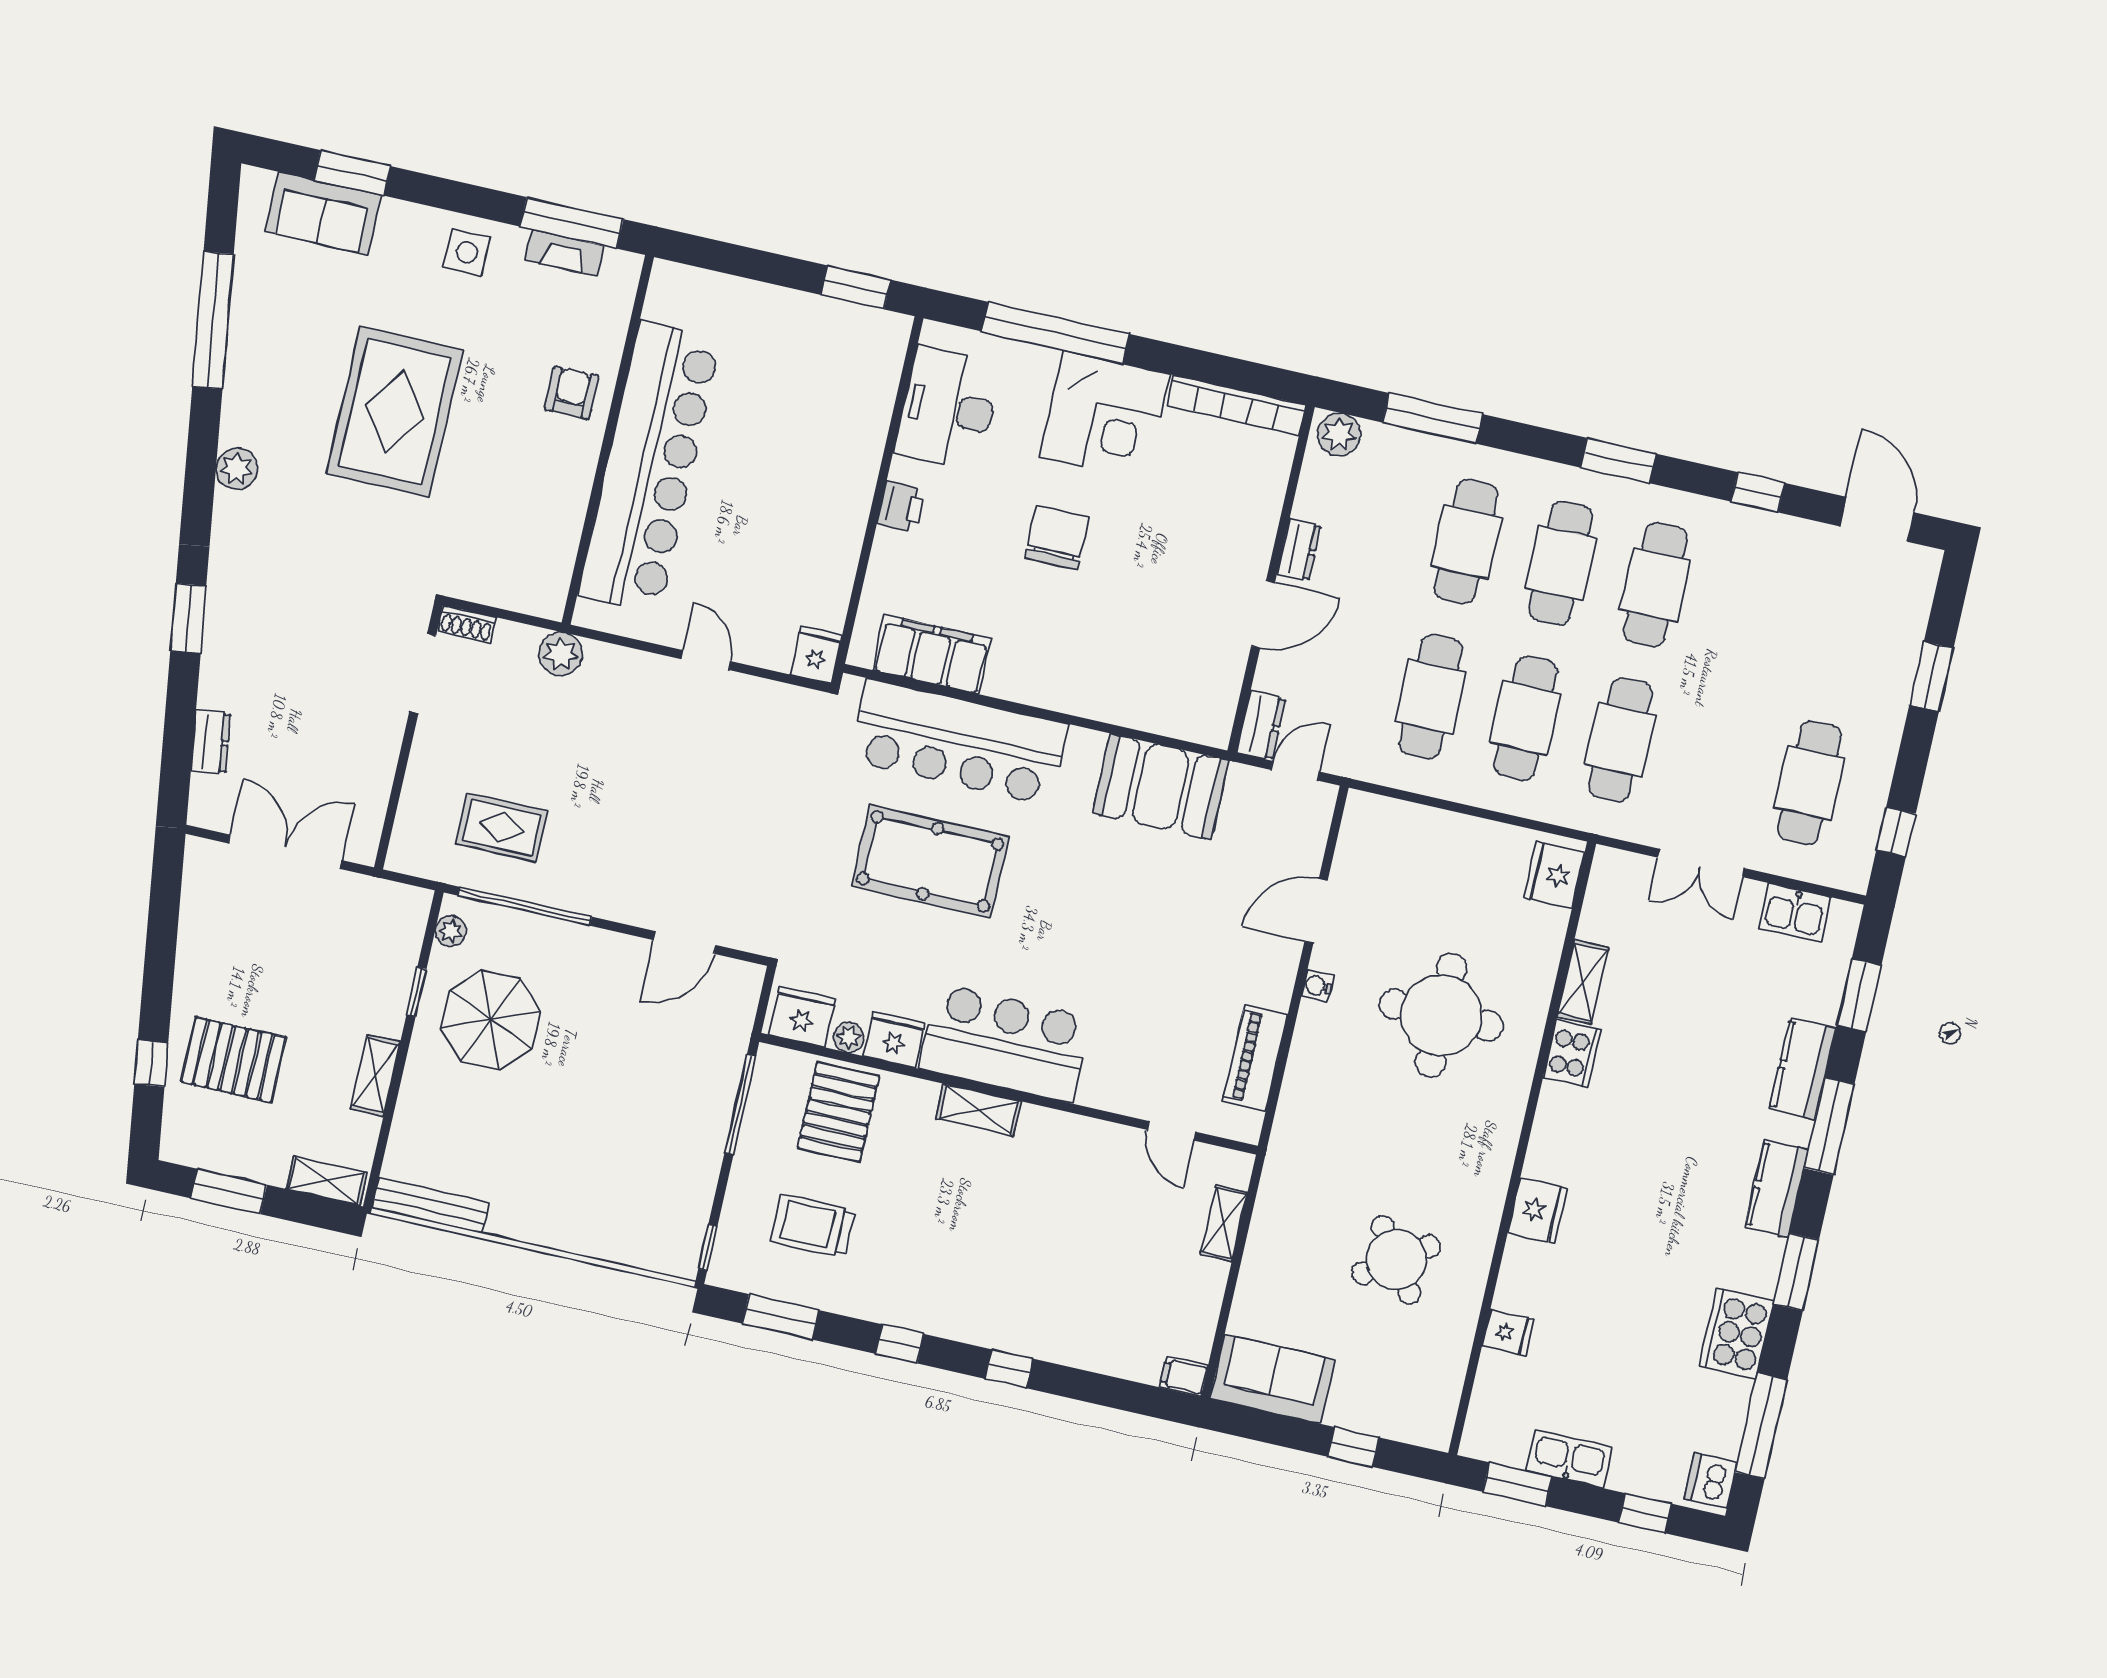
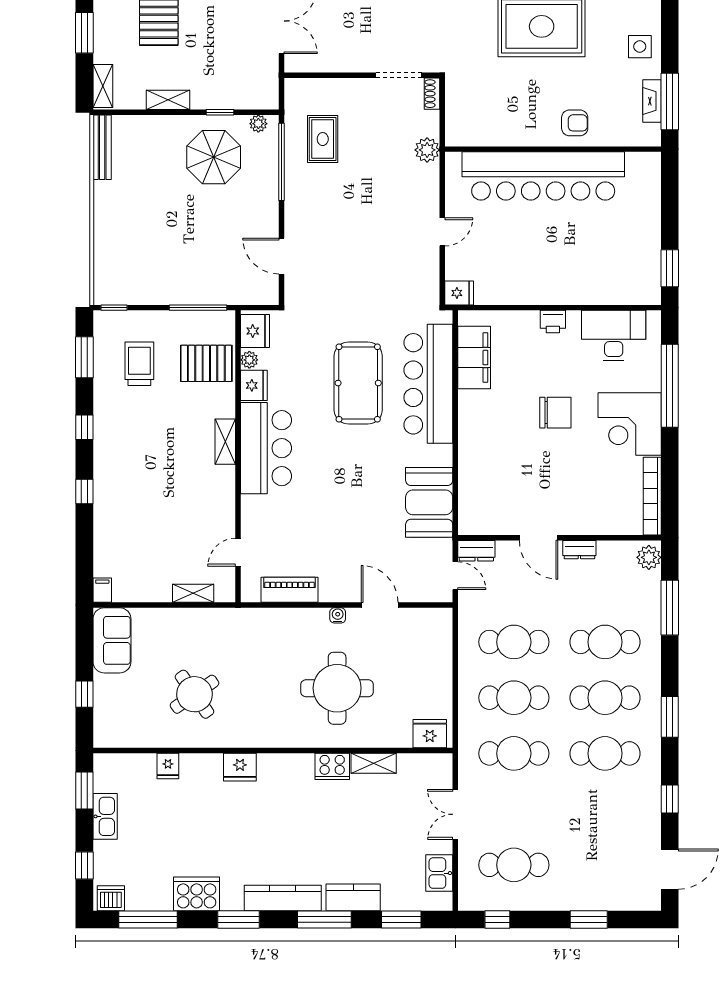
kitchen counter: (1777, 1188) -> (283, 898), width x1.50

